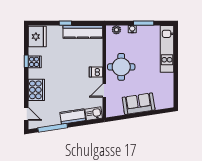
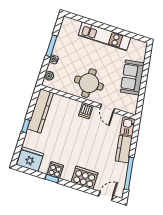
kitchen unit: (167, 49) -> (104, 36), moved

